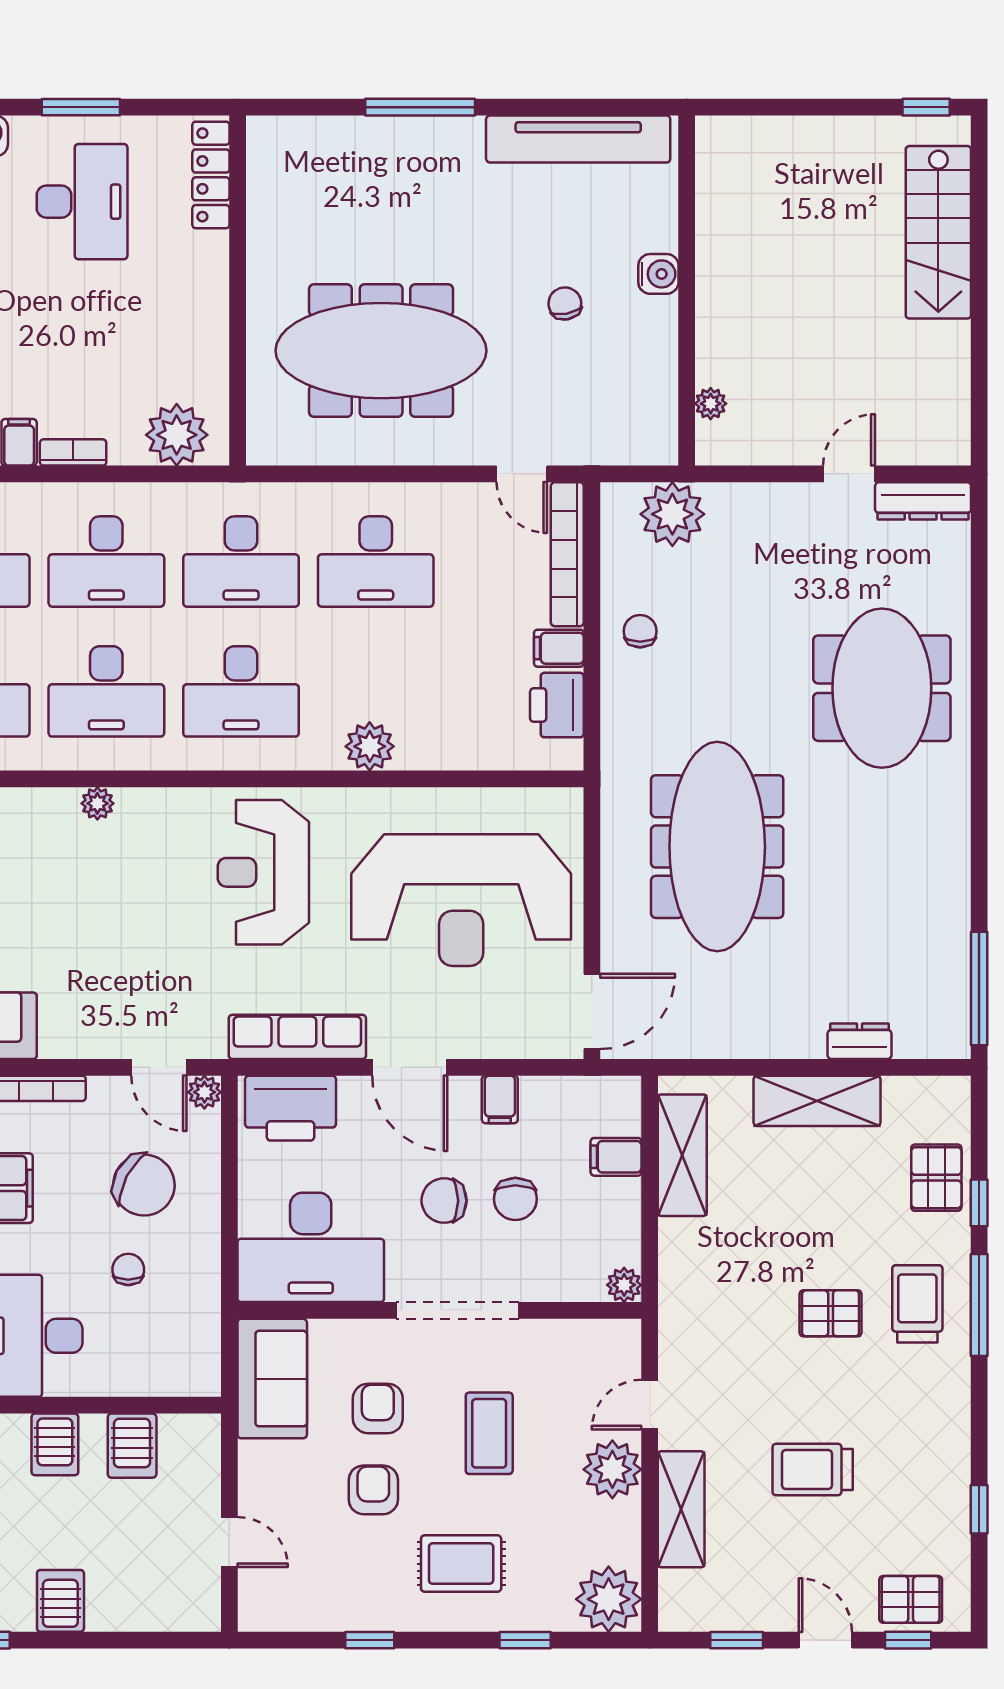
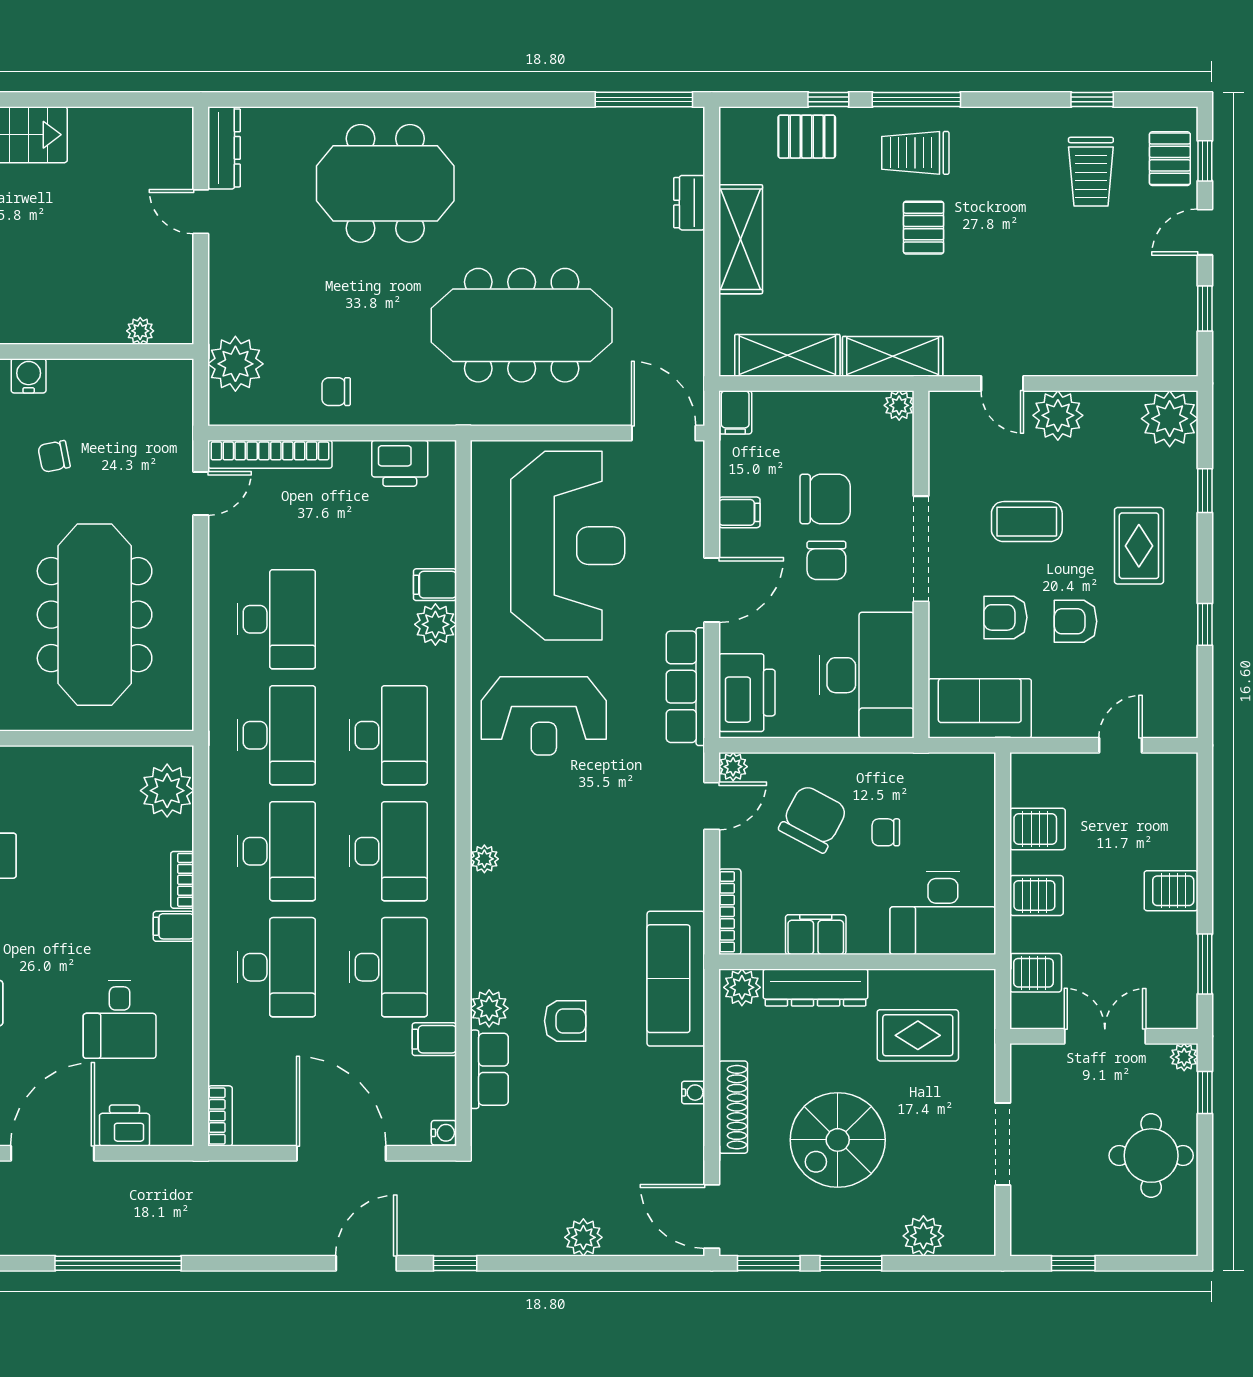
filing cabinet: (559, 648) -> (435, 585), moved, turned 90
filing cabinet: (616, 1157) -> (735, 412), moved
chair: (515, 1199) -> (825, 499), width x1.37, depth x1.37
trolley: (813, 1470) -> (1091, 172), moved
shelving: (681, 1509) -> (893, 356), moved

